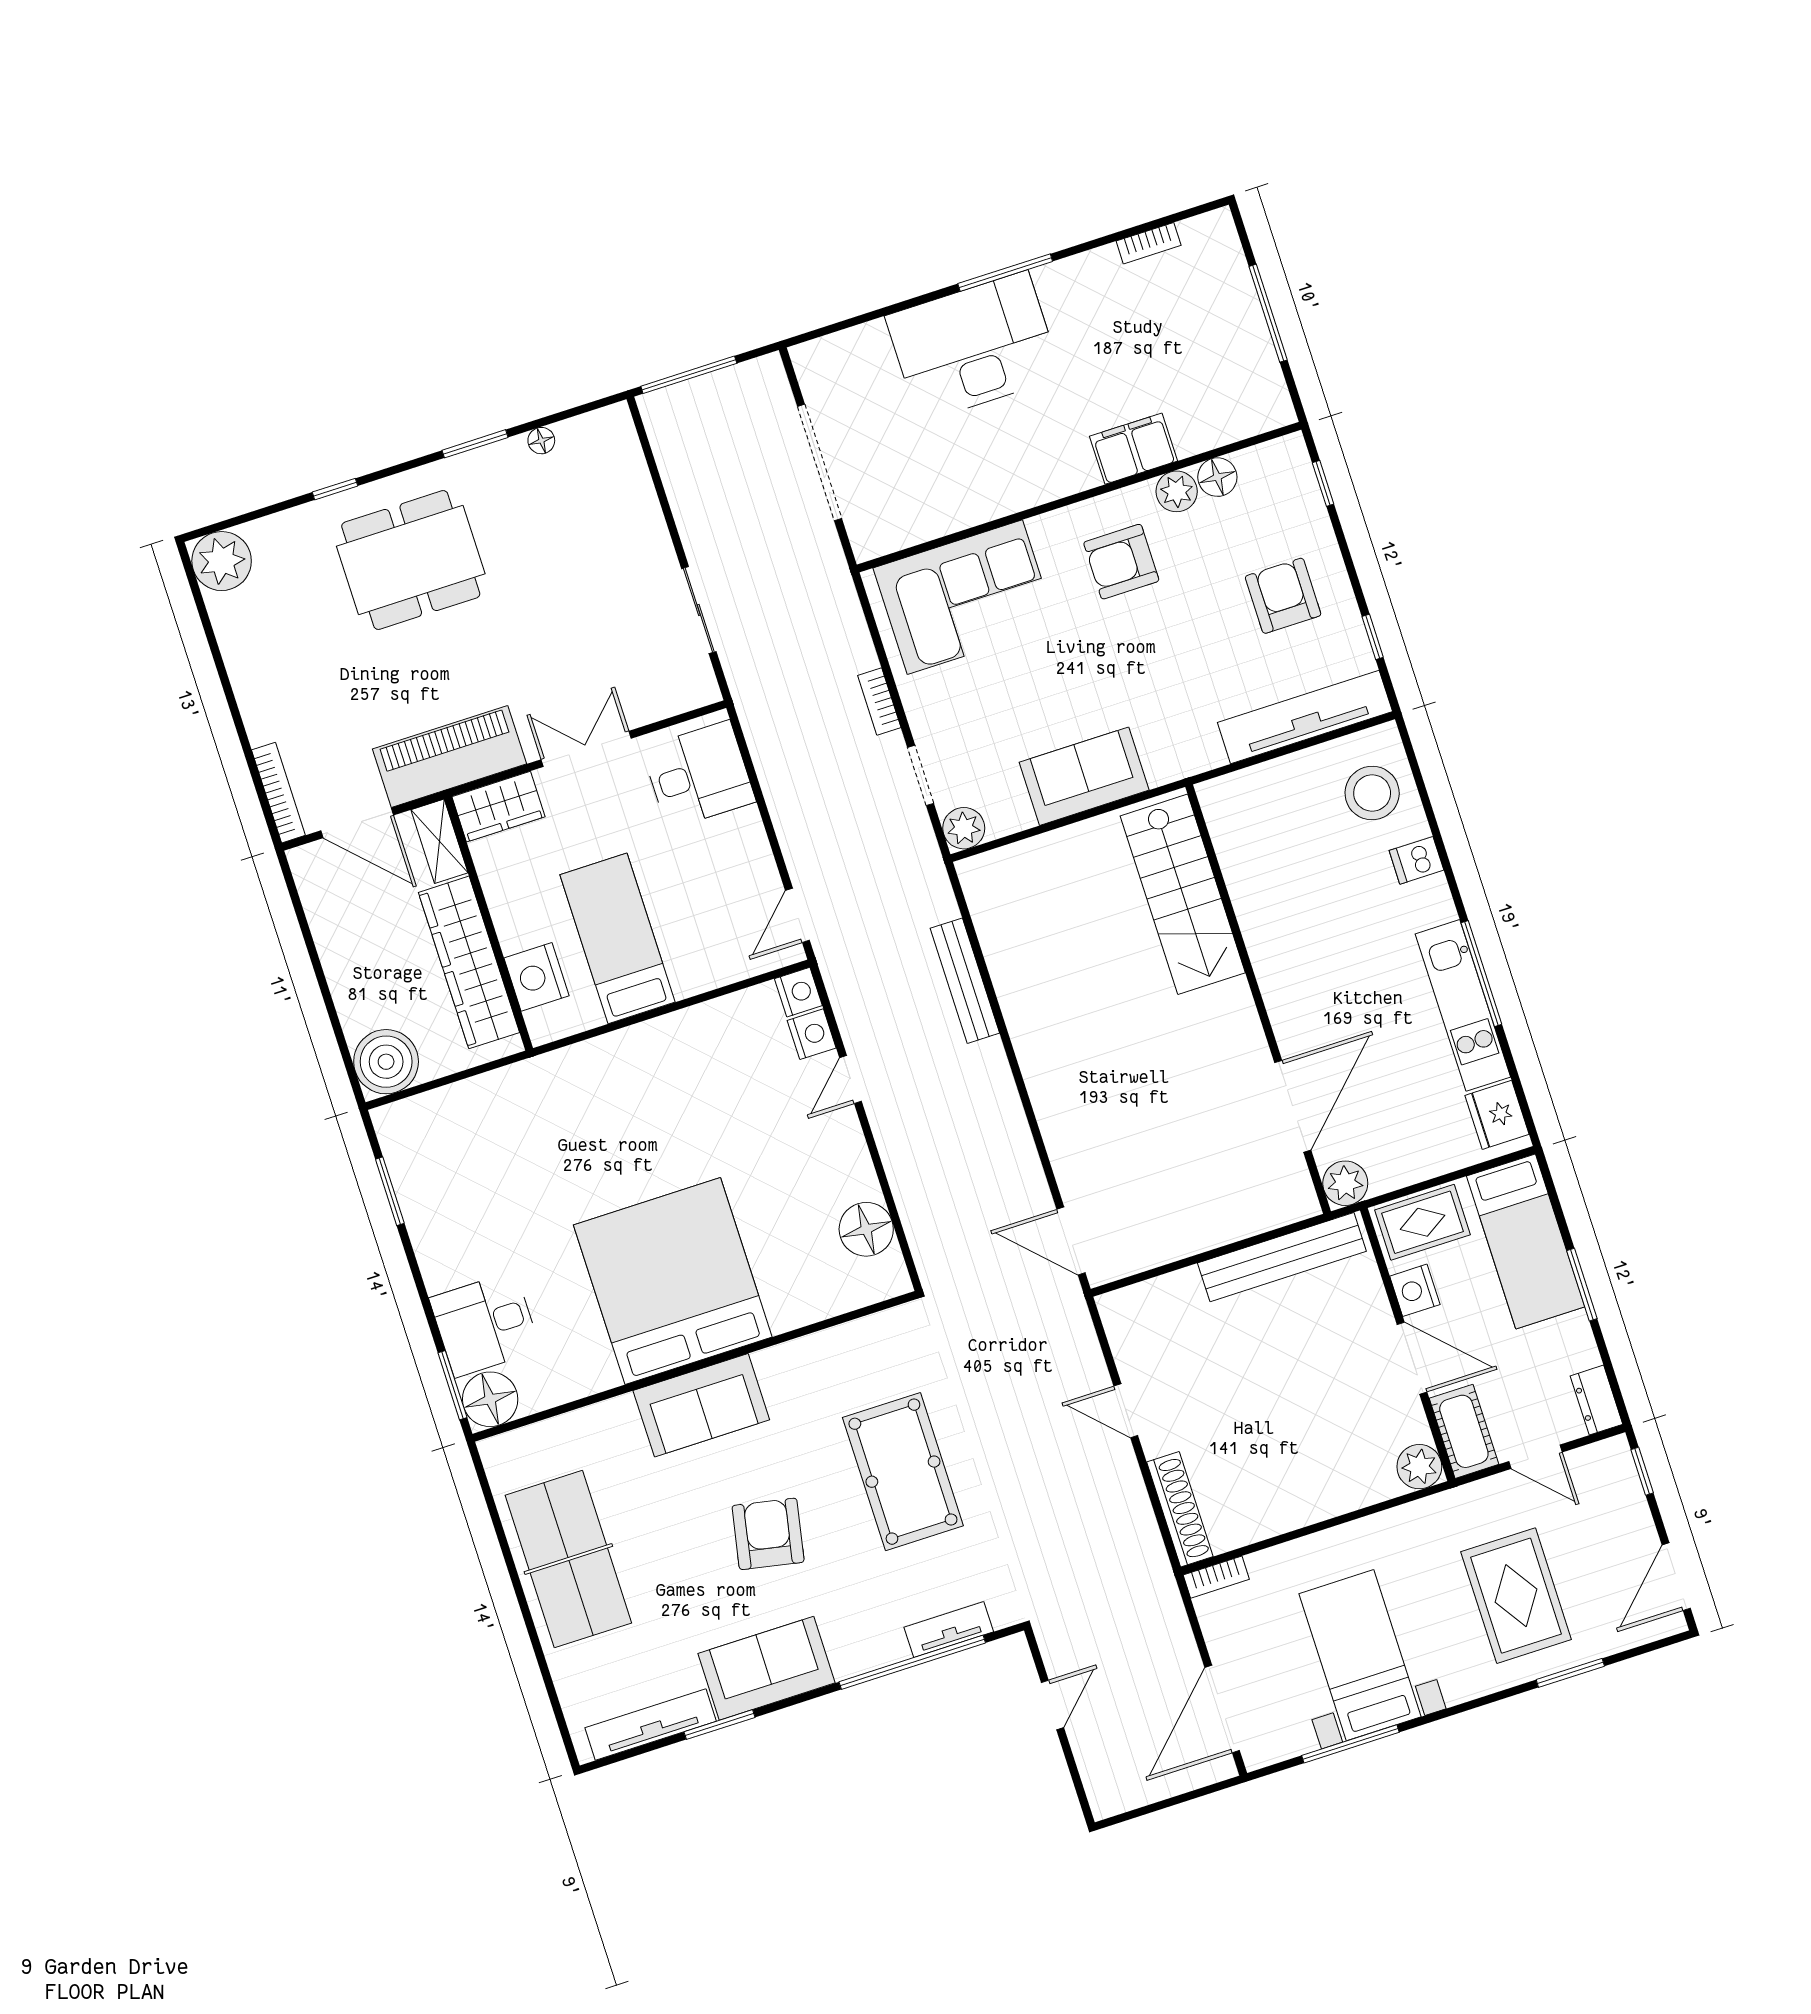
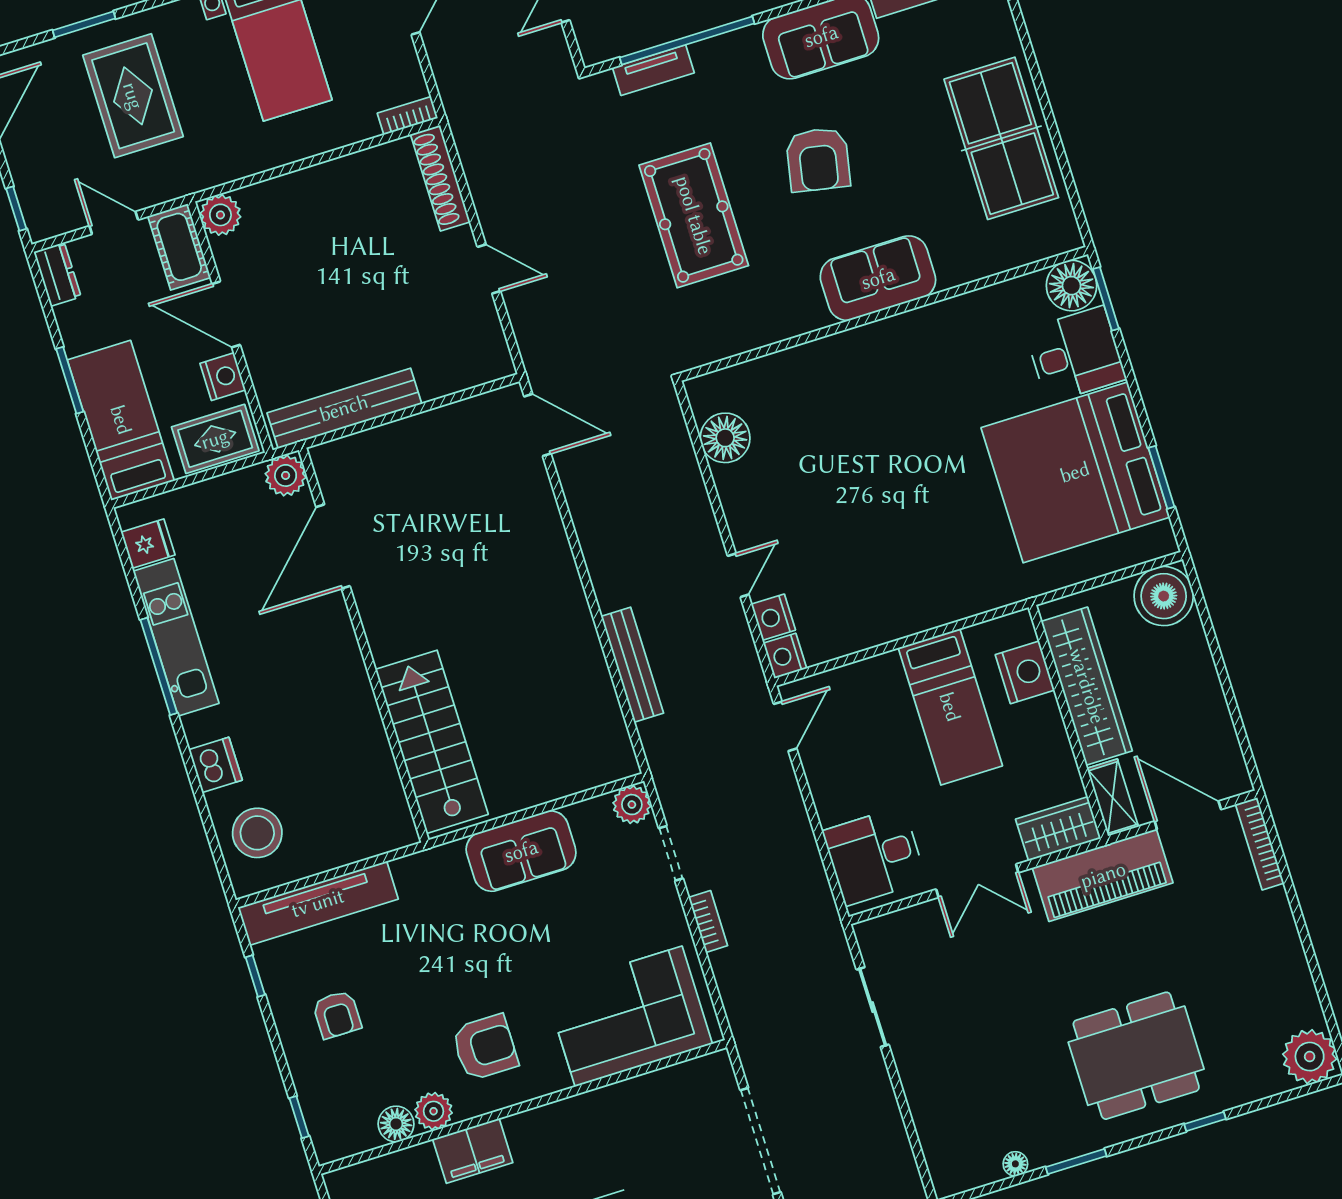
armchair: (1283, 596) -> (337, 1015), width x0.72, depth x0.72
dishwasher: (1416, 860) -> (215, 765), width x1.38
fridge: (1497, 1115) -> (148, 544), width x0.72
bed: (673, 1281) -> (1075, 472), moved, turned 90

